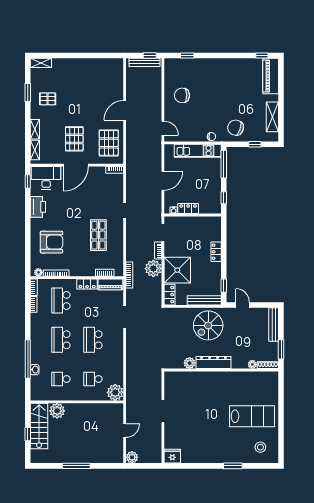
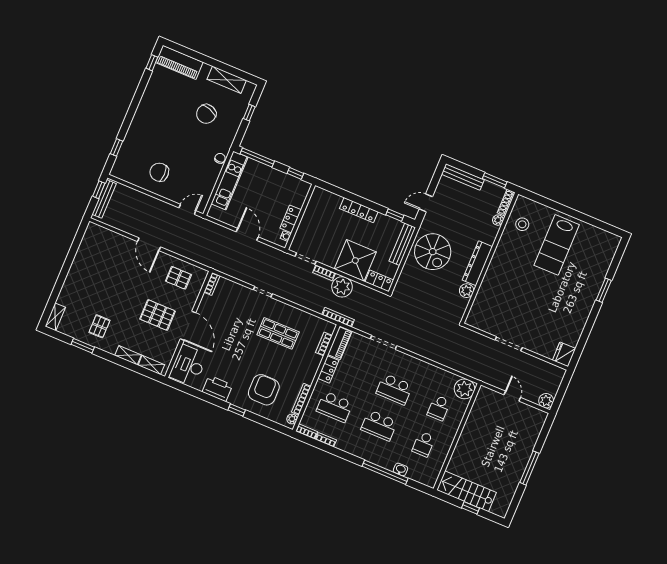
chair: (182, 95) -> (159, 172), turned 90
chair: (236, 128) -> (206, 114), moved
pallet: (109, 143) -> (178, 278), width x0.67, depth x0.71
window: (28, 182) -> (237, 410), moved
locker: (216, 252) -> (359, 210), width x1.53
plant: (57, 411) -> (458, 463), removed
lab bench: (252, 416) -> (557, 245), turned 180
stool: (260, 447) -> (522, 224), moved

